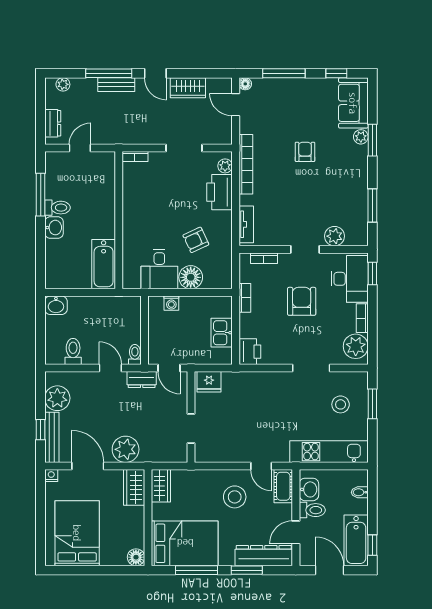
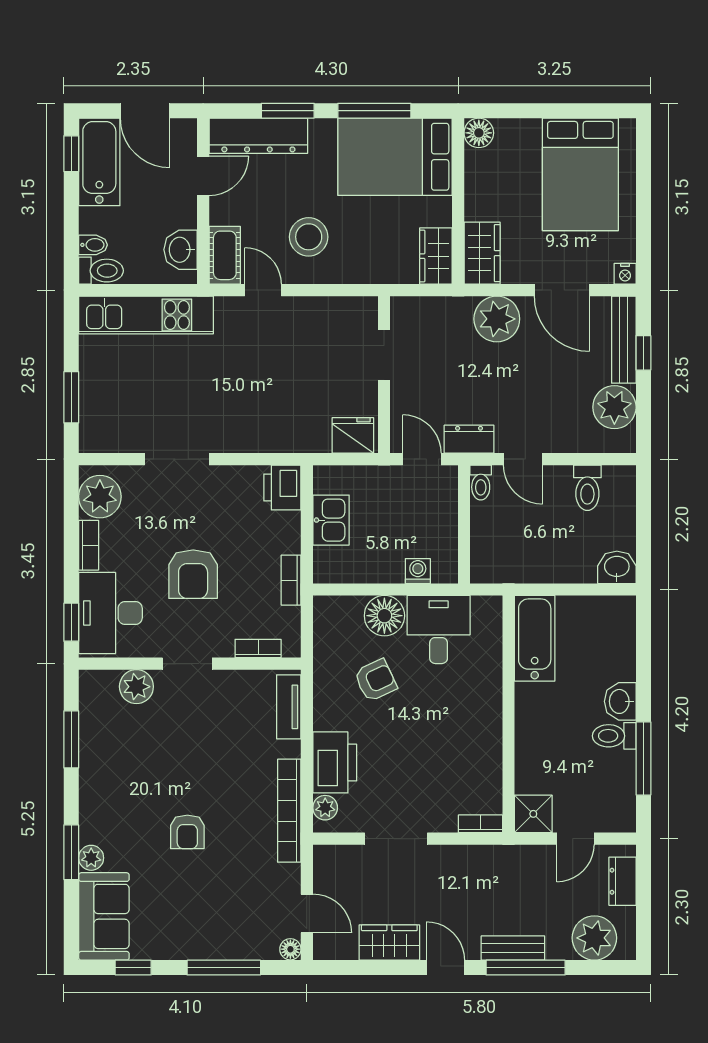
plant: (63, 84) -> (594, 938), width x1.88, depth x1.88
shower: (104, 162) -> (533, 814), added
stool: (341, 404) -> (126, 396), removed
toilet: (312, 510) -> (101, 271), moved, turned 180

